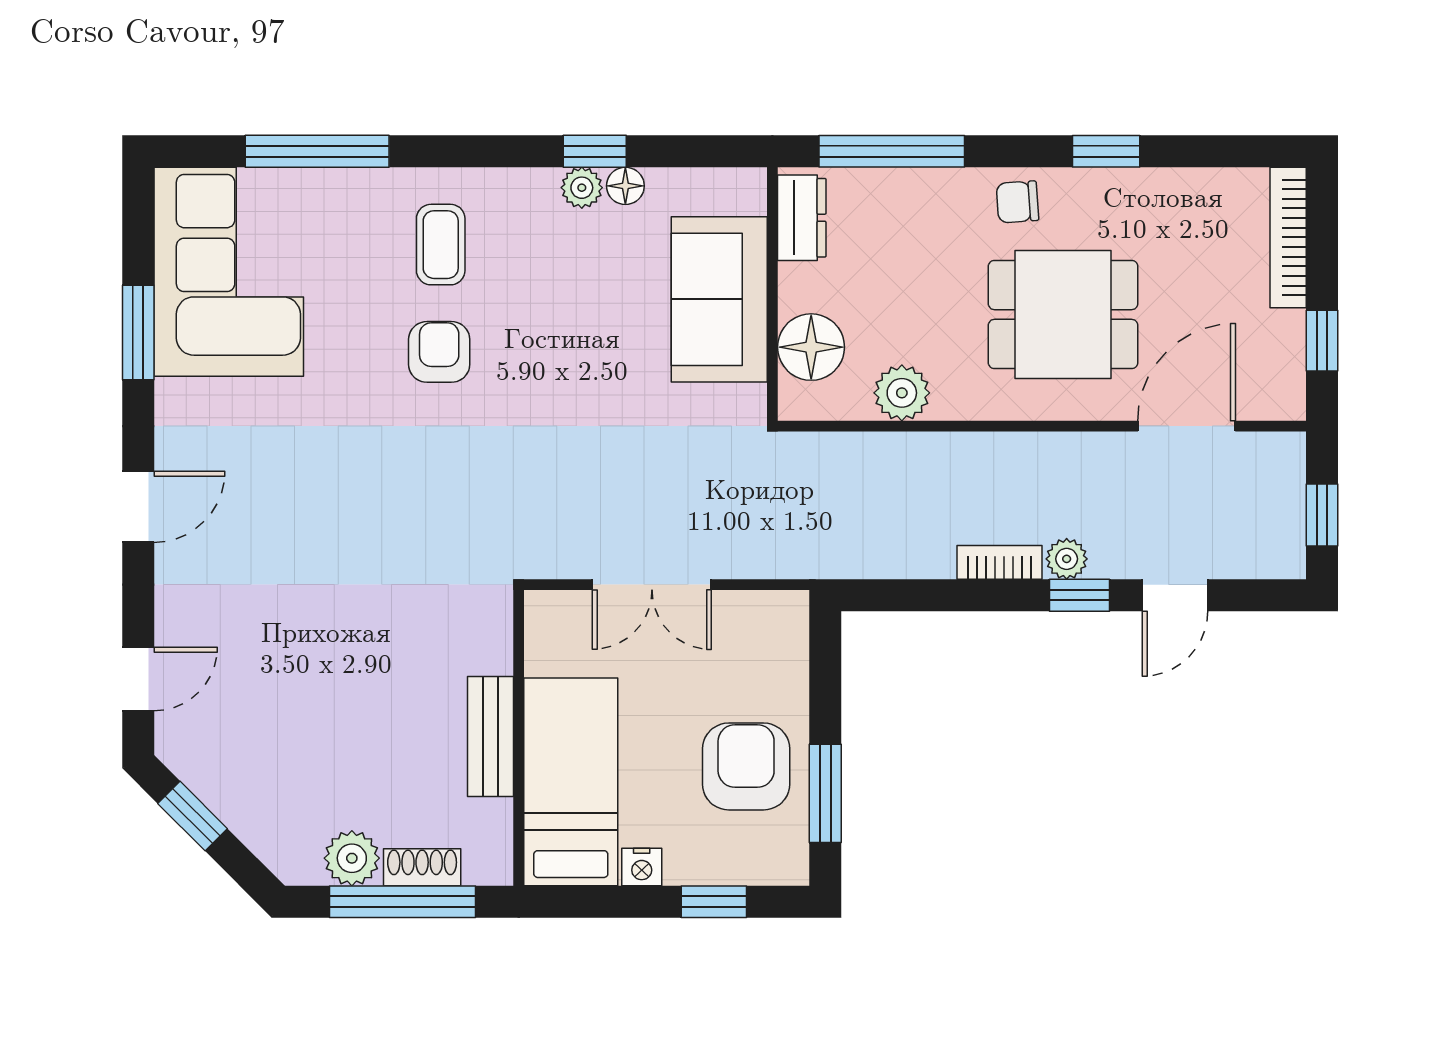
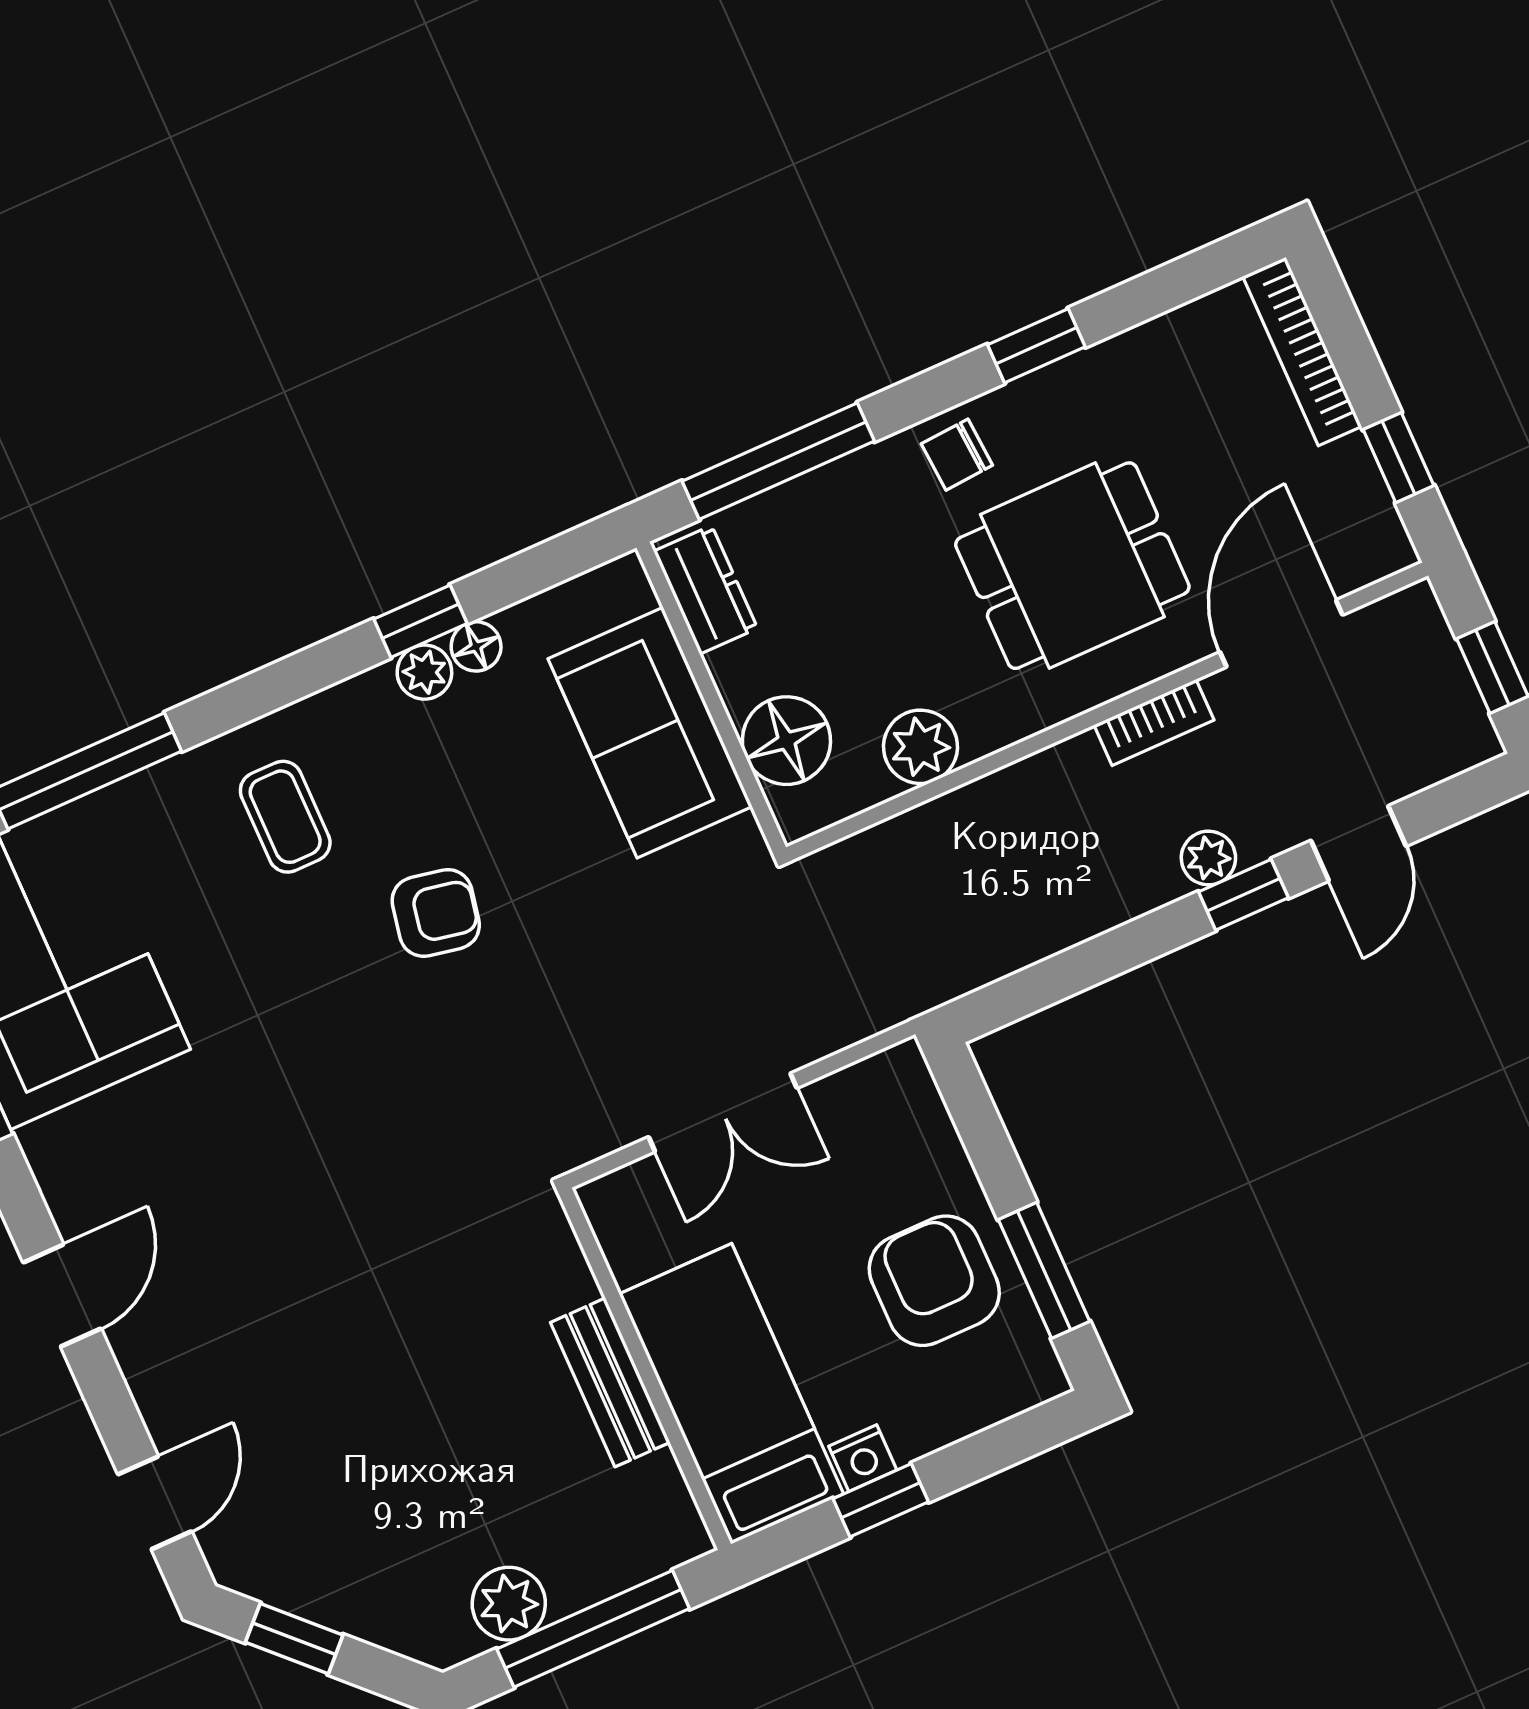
armchair: (439, 352) -> (436, 913), moved, turned 101
bookcase: (1000, 562) -> (1154, 723), moved, turned 180
shoe rack: (422, 867) -> (598, 1577), removed
window: (714, 902) -> (881, 1500), moved

